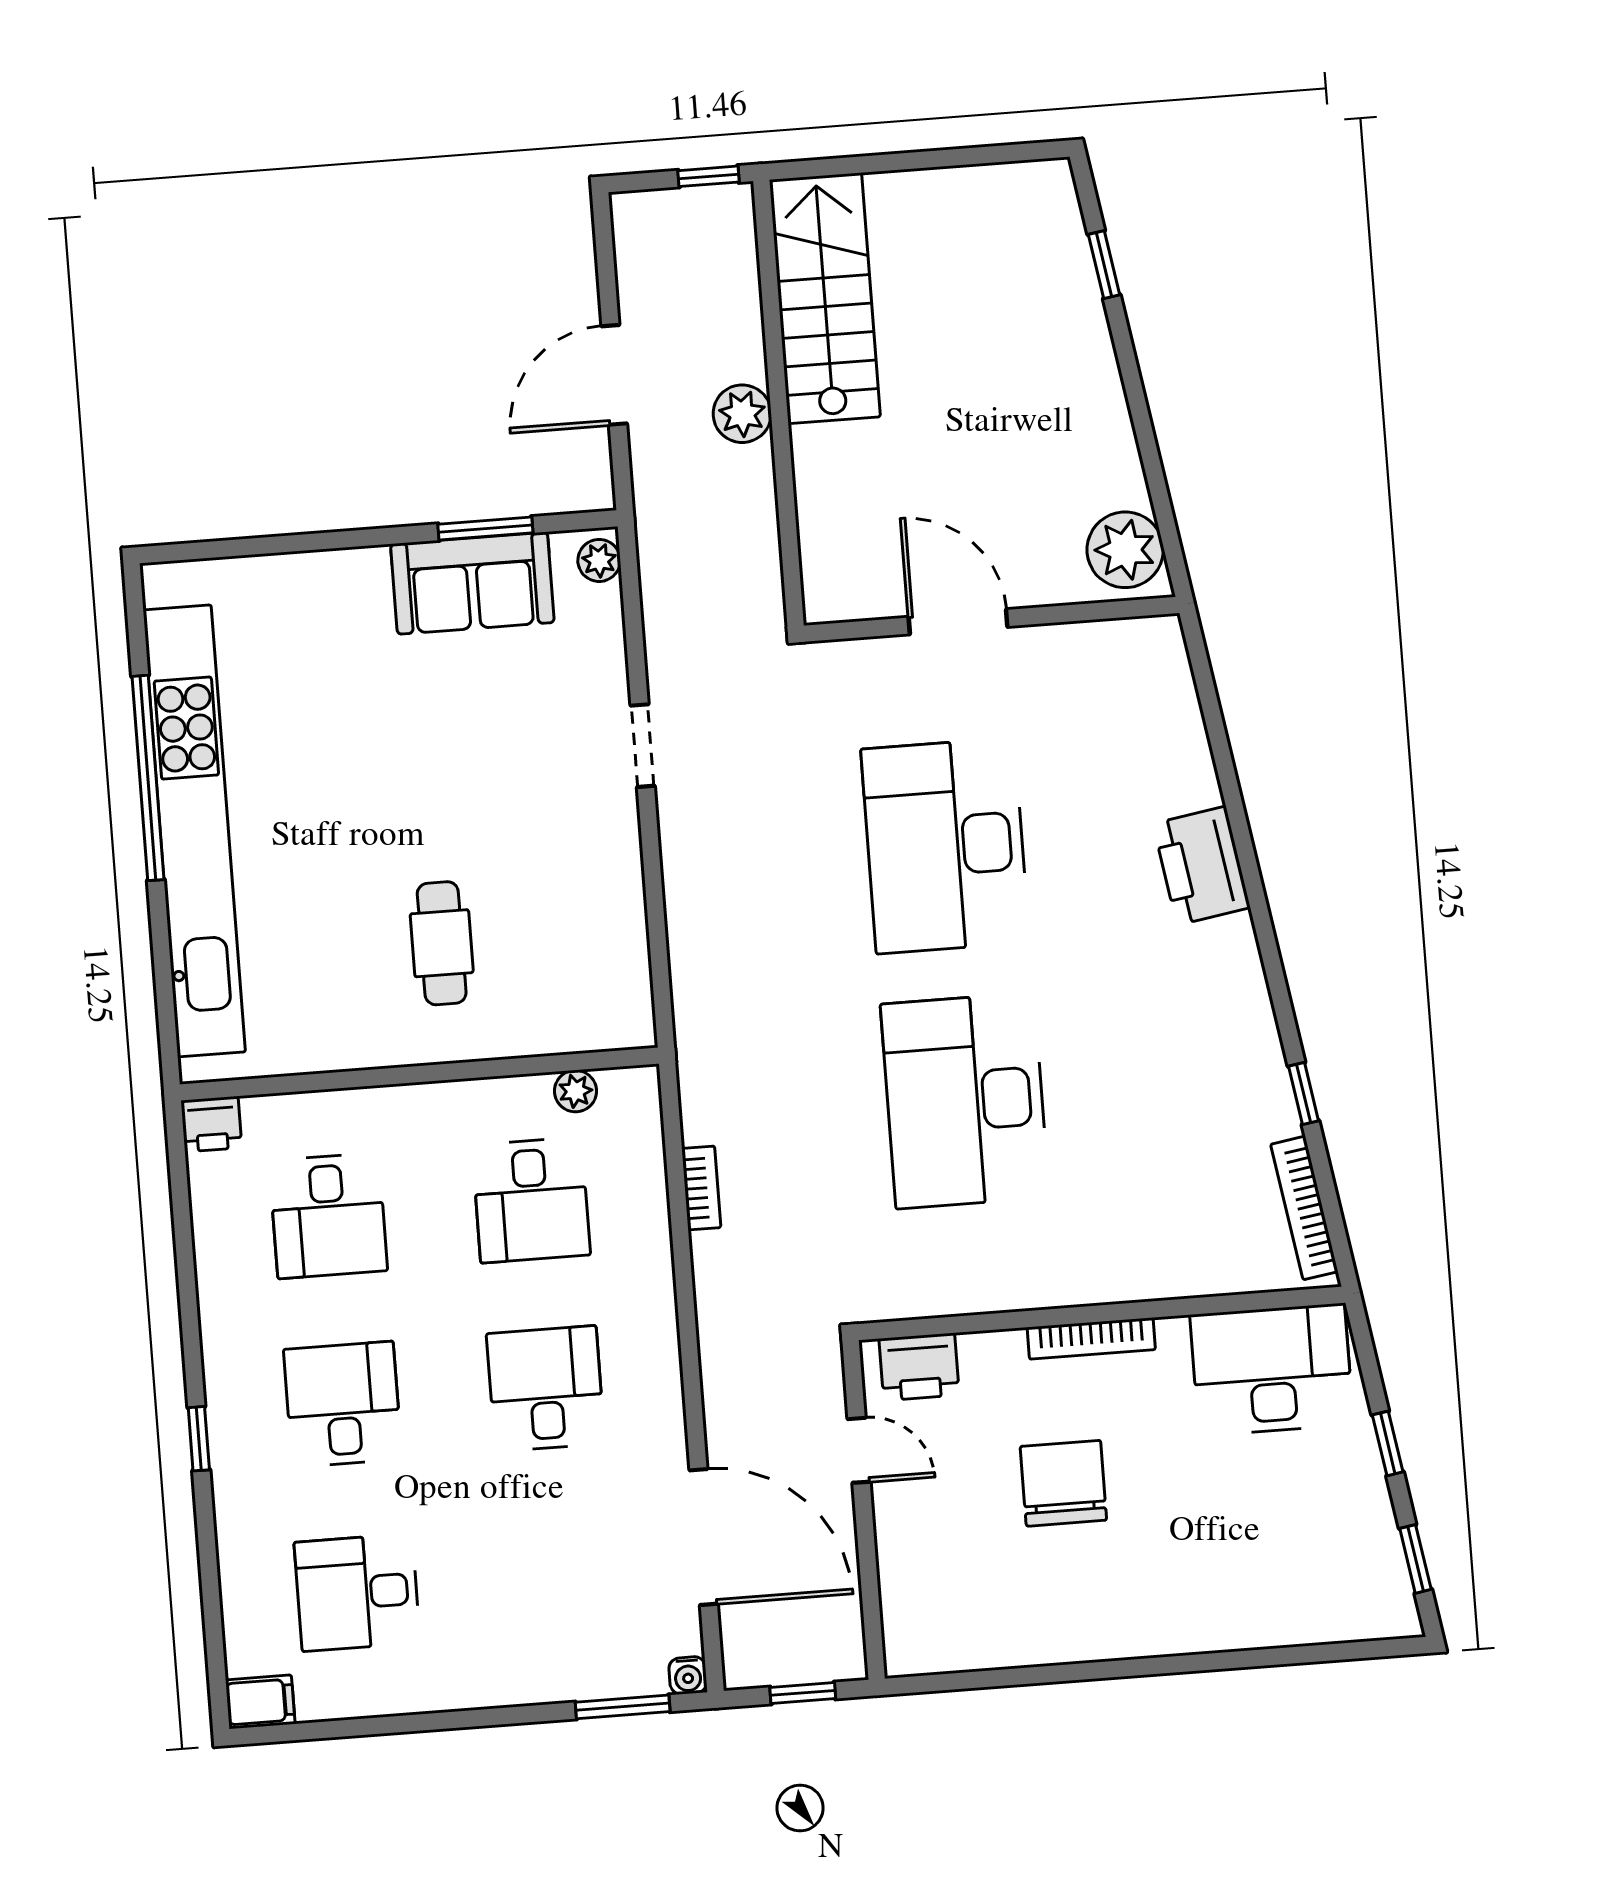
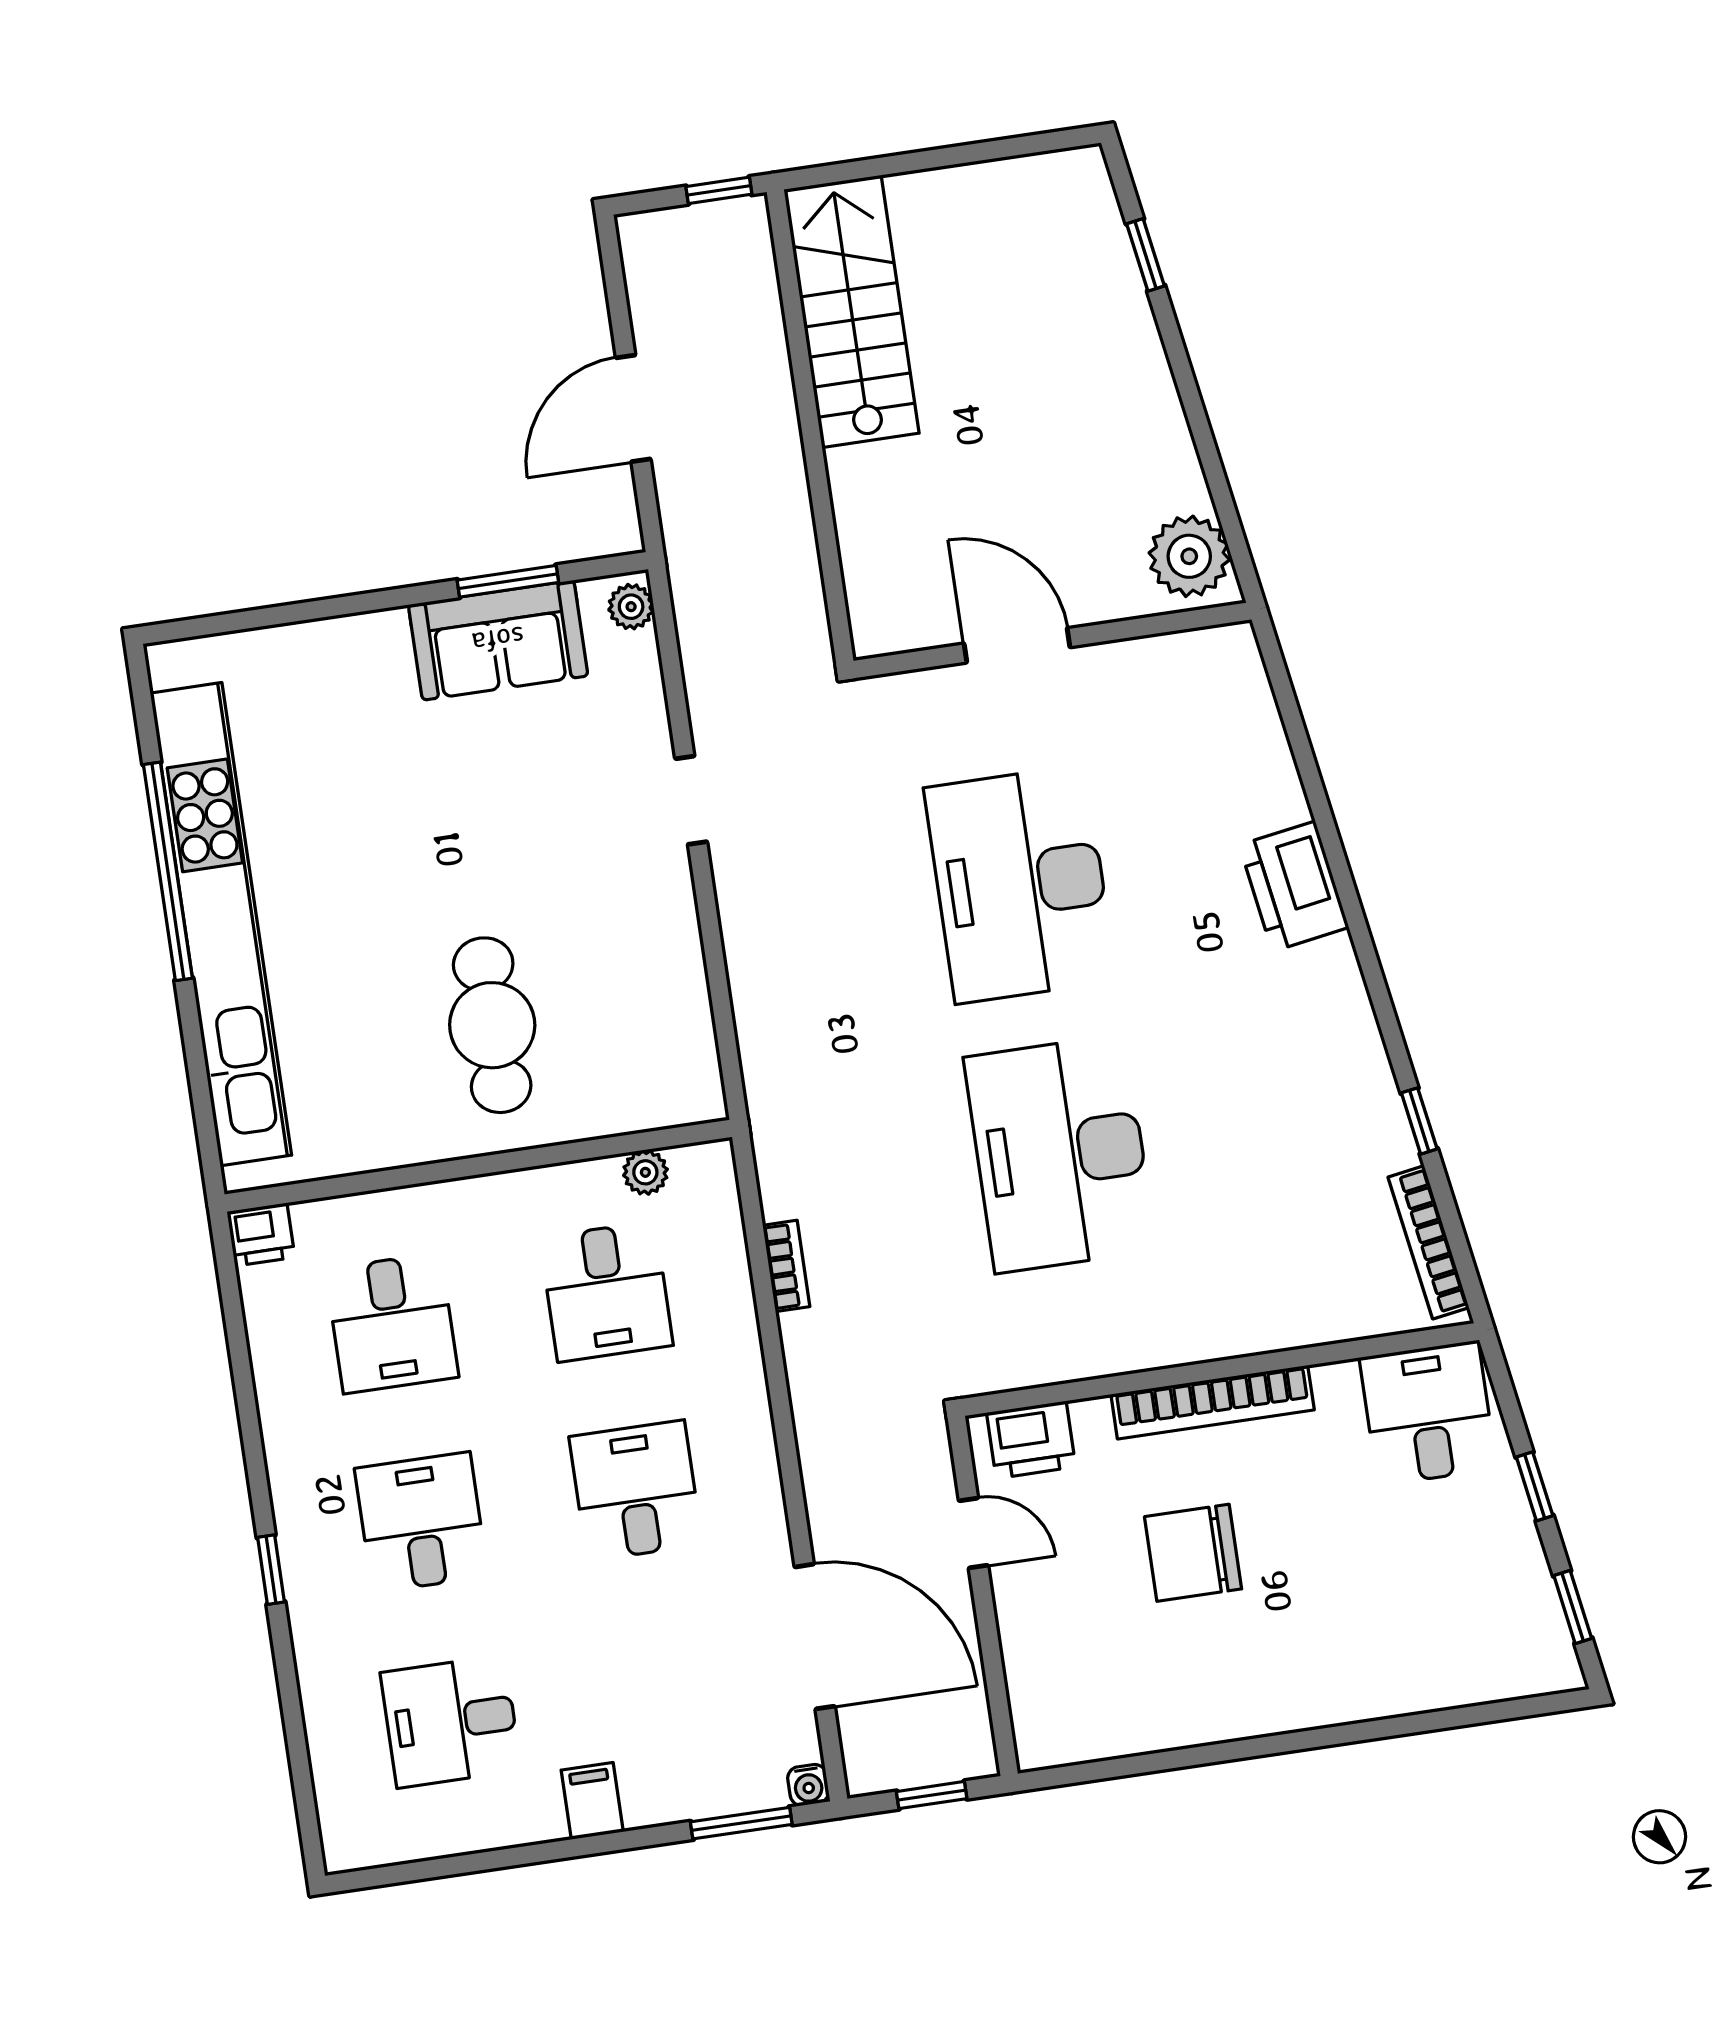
plant: (742, 414) -> (772, 440), removed
cafe table: (442, 943) -> (492, 1025), width x1.37, depth x1.35
bookcase: (1091, 1338) -> (1213, 1402), width x1.48, depth x1.31
desk: (1272, 1369) -> (1428, 1413), width x0.73
chair: (1063, 1483) -> (1193, 1553), turned -90
filing cabinet: (260, 1702) -> (592, 1801), moved, turned -90

